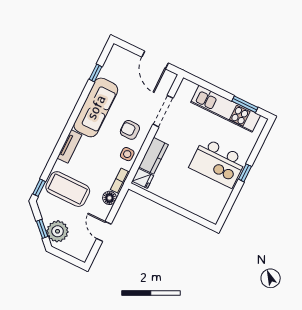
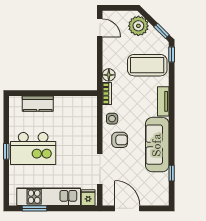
kitchen counter: (154, 156) -> (38, 104), moved, turned -90
kitchen island: (218, 163) -> (33, 148), turned 180
fridge: (143, 178) -> (88, 198), moved, turned 90
window: (42, 229) -> (162, 31), moved
door: (104, 231) -> (100, 28), moved

